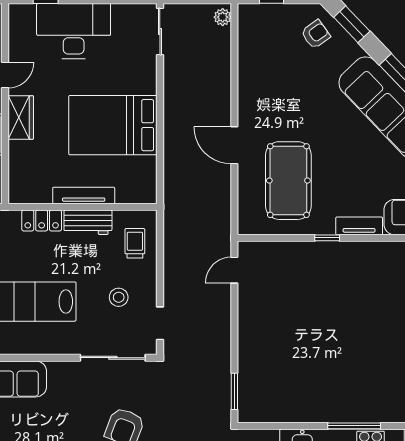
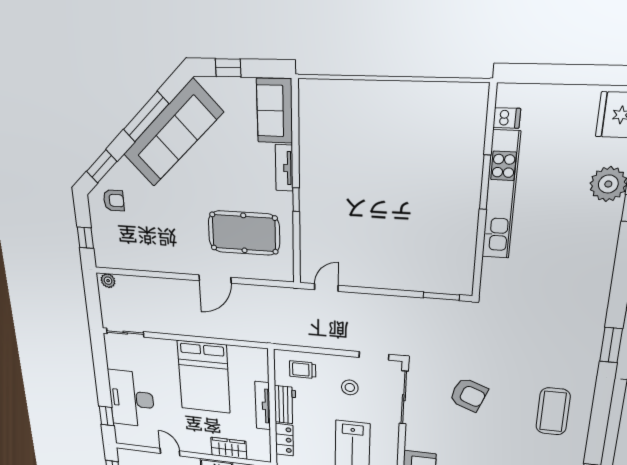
armchair: (316, 34) -> (114, 200), turned 126
wardrobe: (21, 117) -> (229, 448), moved
door: (234, 270) -> (326, 288), swing flipped

